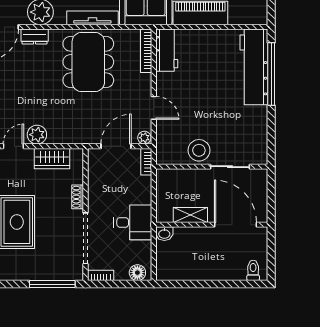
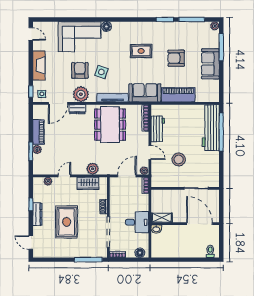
workbench: (167, 50) -> (158, 129), moved
plant: (37, 135) -> (93, 169), moved
stool: (199, 150) -> (179, 159), moved
shelving: (190, 215) -> (162, 218), moved

